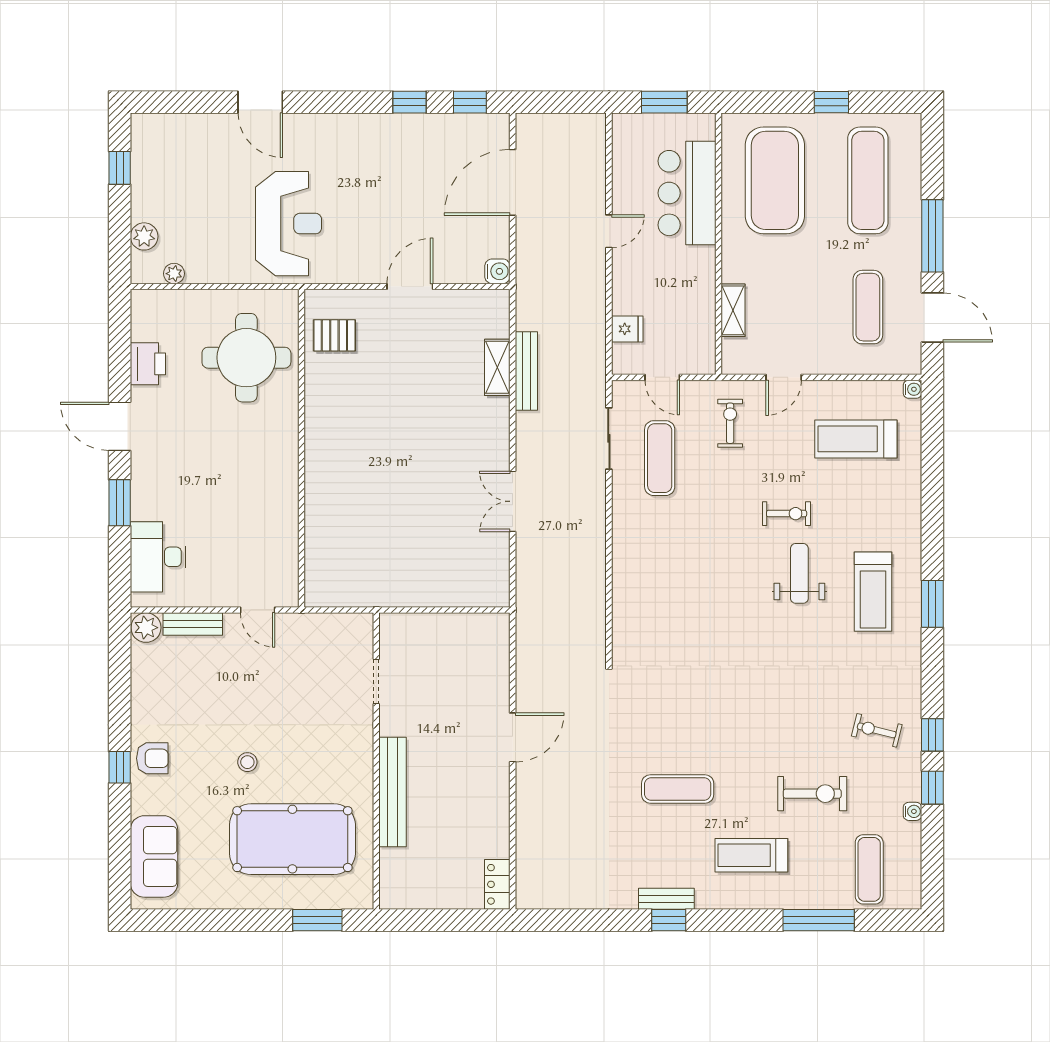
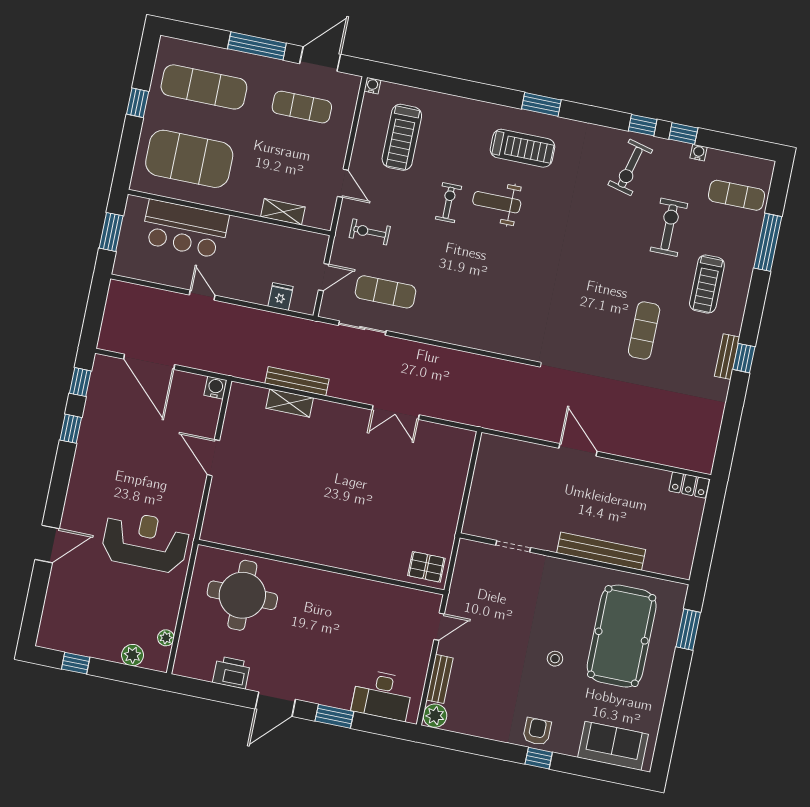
pallet: (334, 335) -> (426, 567), moved, turned 90
exercise bike: (877, 730) -> (630, 167), width x1.38, depth x1.39

